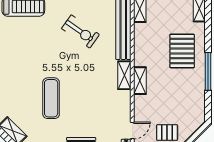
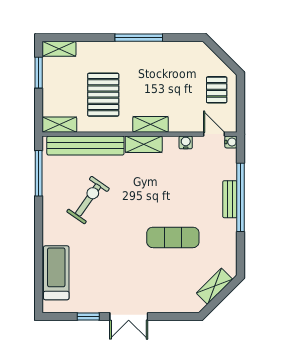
pallet: (182, 51) -> (103, 95), moved, turned 90
water cooler: (126, 108) -> (186, 142), added

